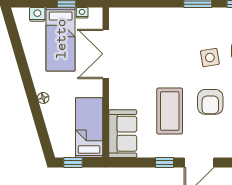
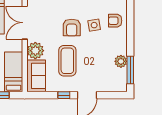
plant: (122, 96) -> (35, 51), added
armchair: (210, 102) -> (72, 28), moved

